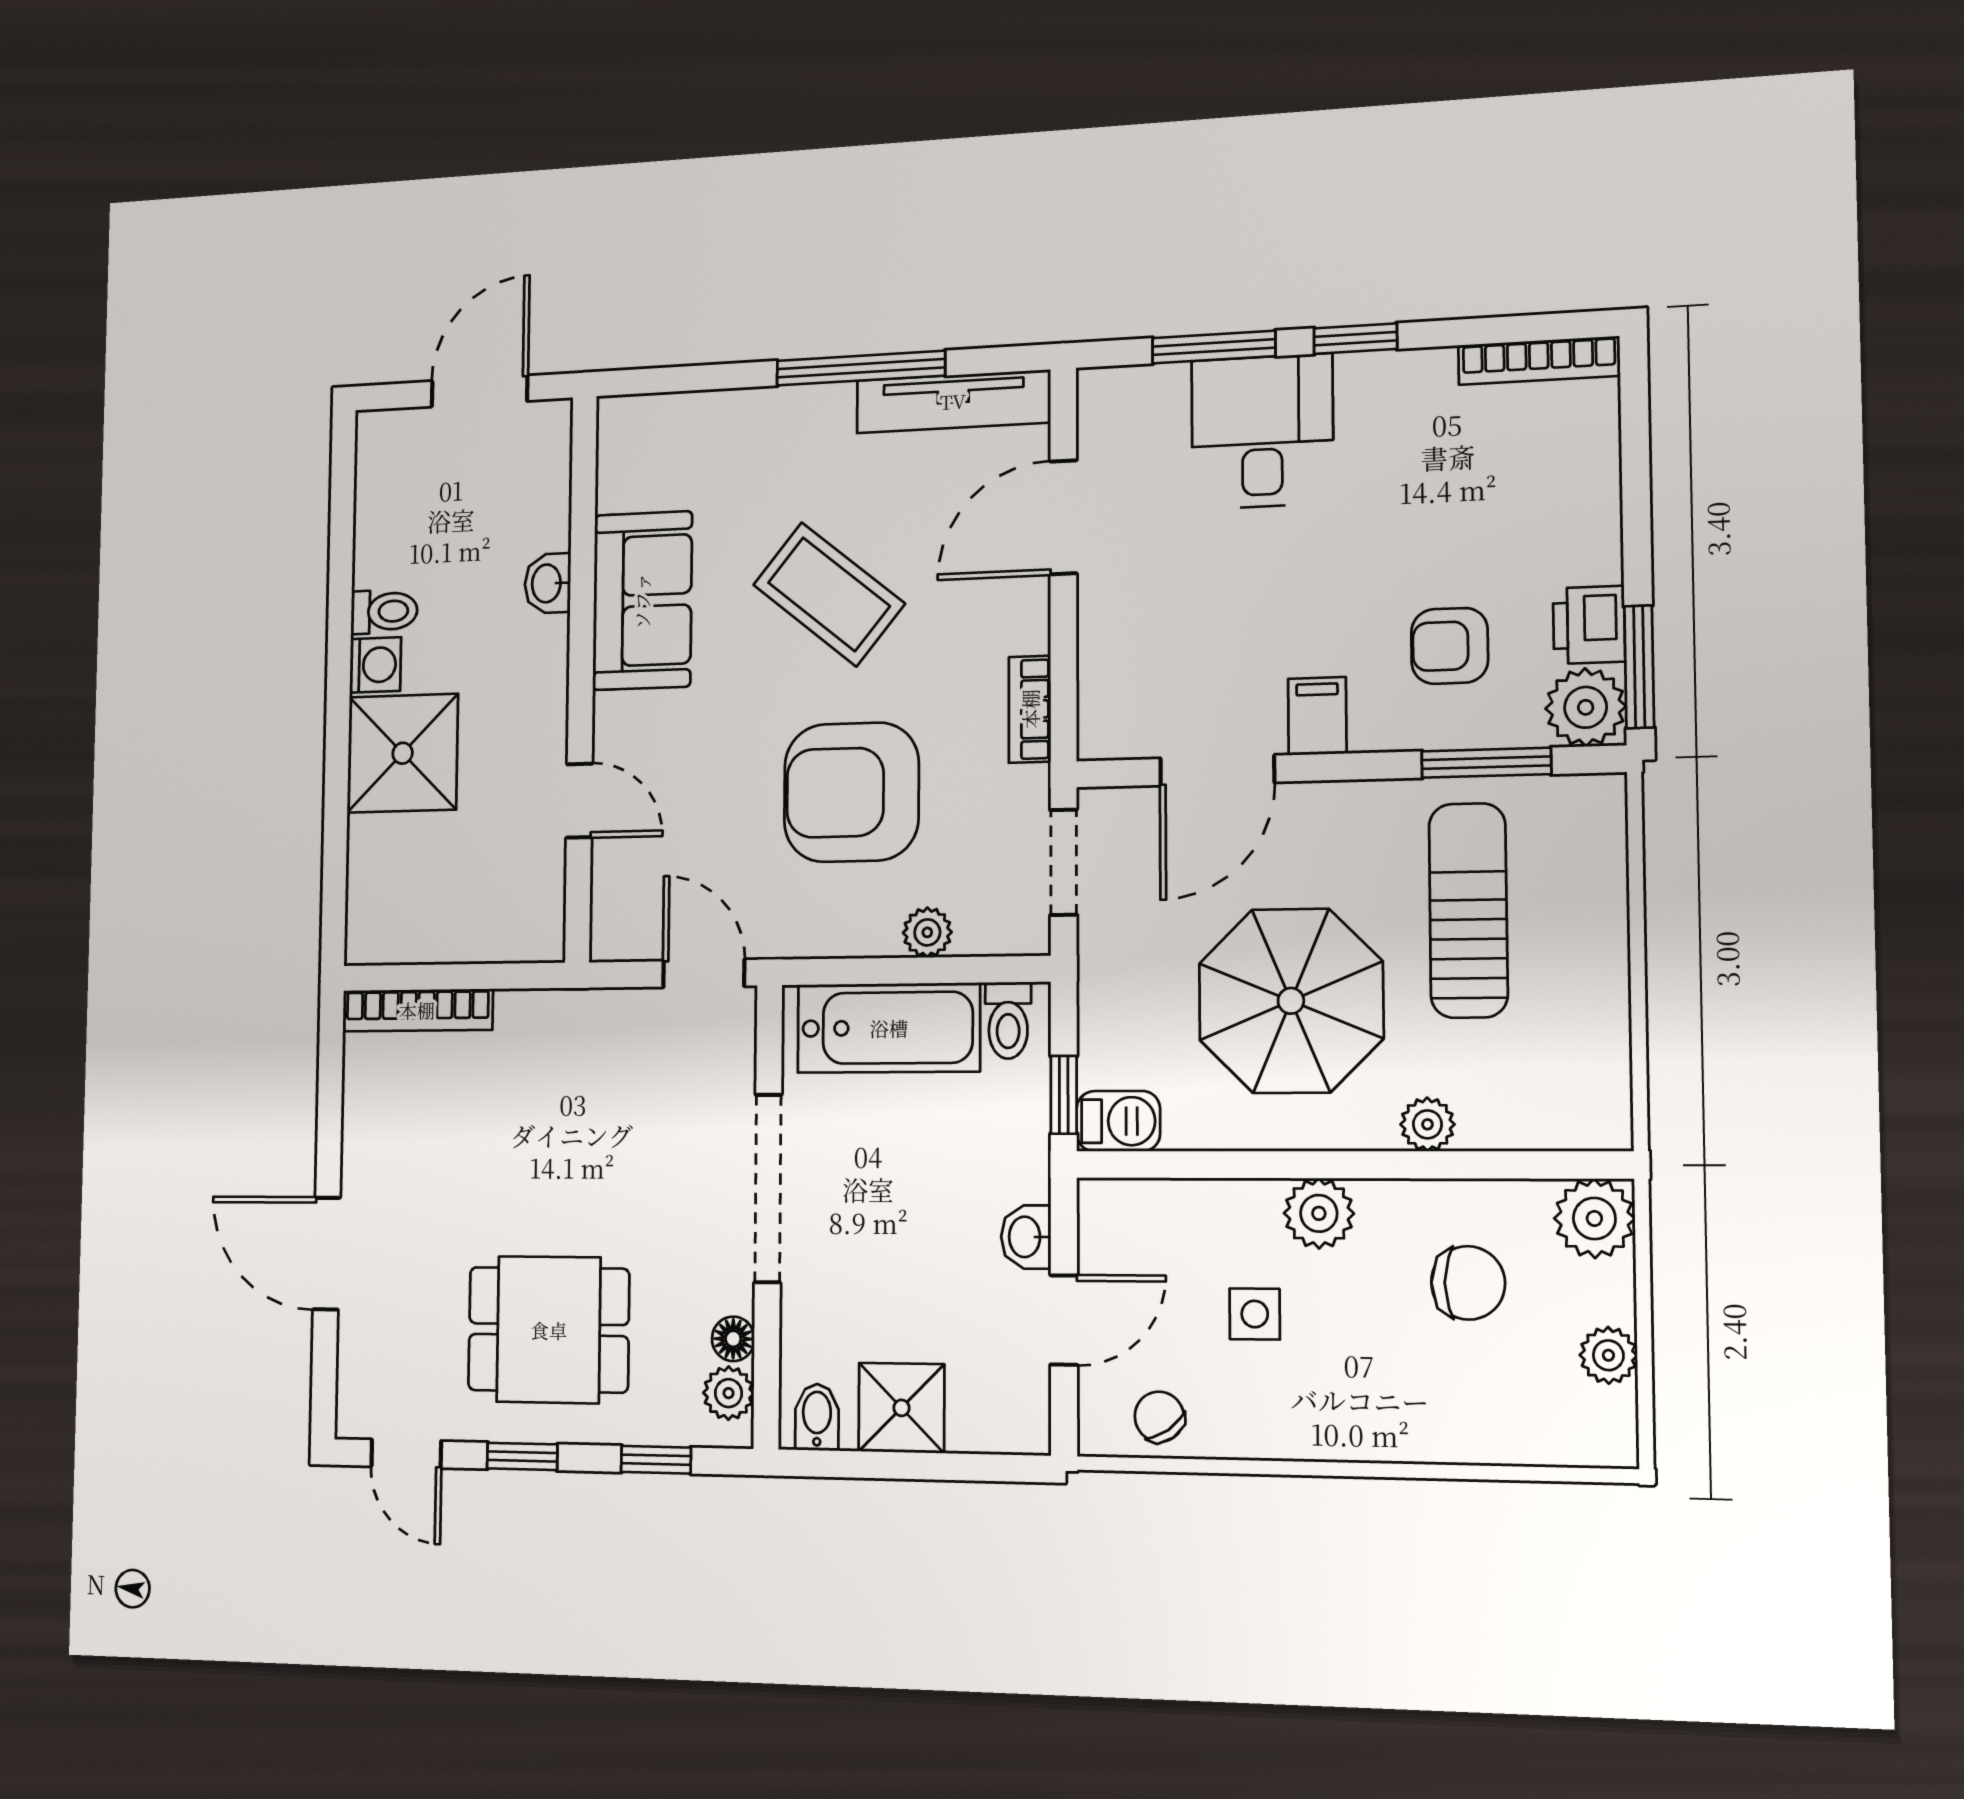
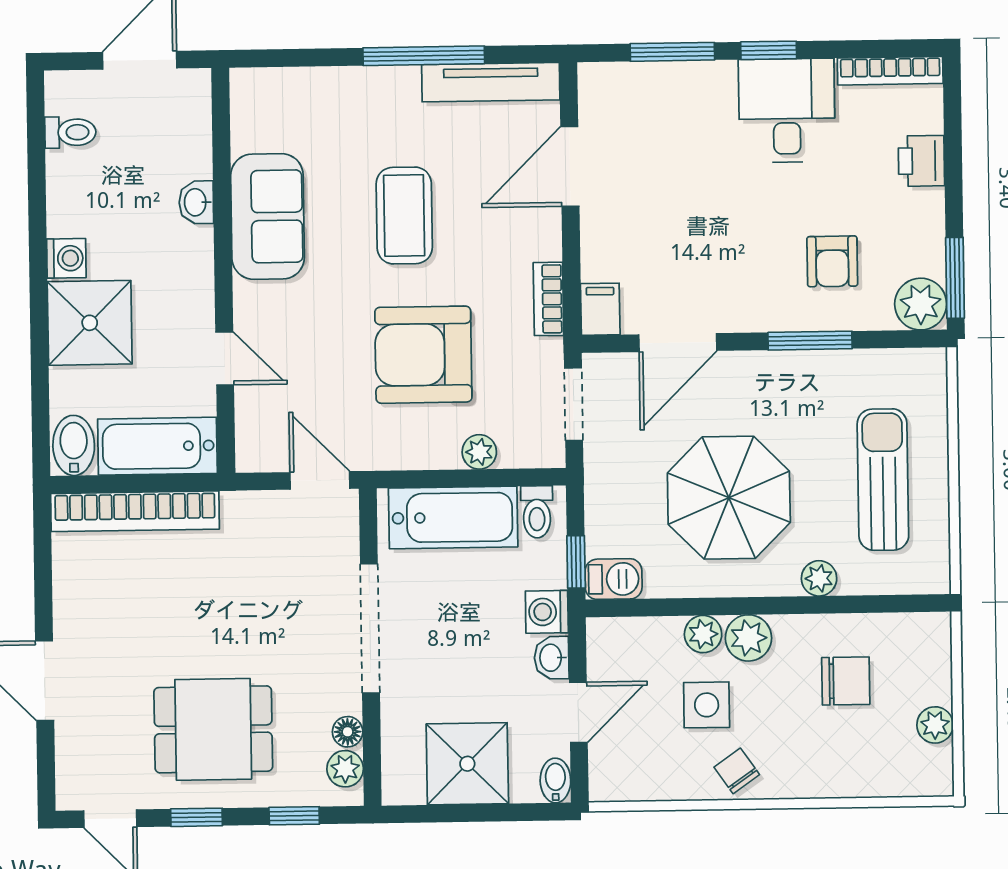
desk: (1262, 432) -> (787, 110), moved
coffee table: (829, 594) -> (404, 216), turned 51
toilet: (384, 611) -> (70, 132), moved
printer: (1589, 625) -> (921, 161), moved
armchair: (1450, 646) -> (832, 261), turned -90
filing cabinet: (1317, 716) -> (600, 309), moved
window: (1486, 763) -> (810, 341), moved
sun lounger: (1468, 910) -> (883, 480), moved
bidet: (376, 924) -> (74, 445), added
bathtub: (486, 925) -> (157, 446), added
bookcase: (417, 1010) -> (135, 511), width x1.48, depth x1.31
washing machine: (1020, 1169) -> (547, 612), added
plant: (1594, 1218) -> (703, 634), moved, width x0.73, depth x0.73
side table: (1255, 1314) -> (707, 705), width x1.37, depth x1.37
shower: (901, 1408) -> (467, 764), width x1.36, depth x1.36
bidet: (817, 1417) -> (555, 780), moved
chair: (1159, 1417) -> (737, 771), moved

